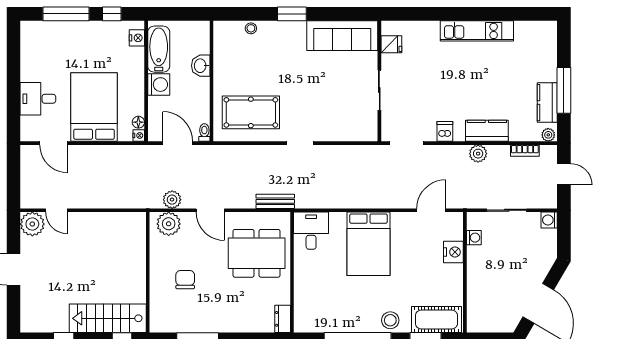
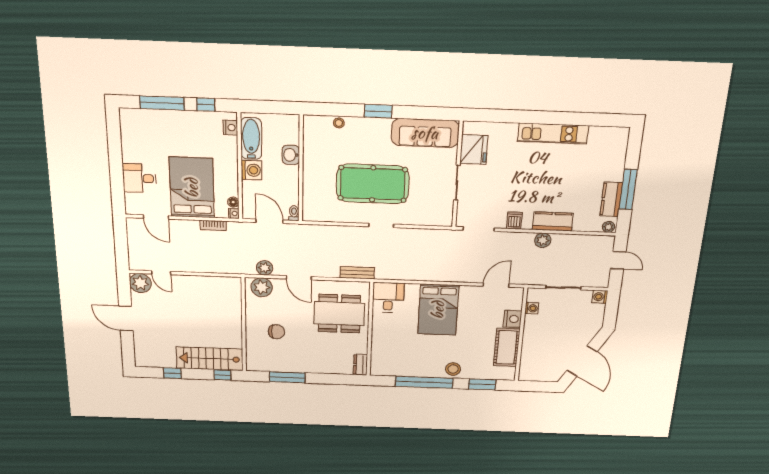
fridge: (391, 44) -> (474, 150), width x1.88, depth x1.34
pool table: (251, 112) -> (373, 184), moved, width x1.36, depth x1.32
bookcase: (525, 151) -> (213, 225), moved
chair: (185, 280) -> (276, 332), turned 90
cot: (436, 320) -> (507, 347), moved, turned 90

